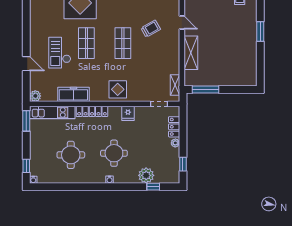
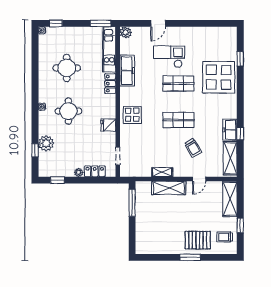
pallet: (243, 24) -> (198, 240), added
shelving: (175, 85) -> (162, 172), moved
locker: (92, 111) -> (110, 84), width x0.66

